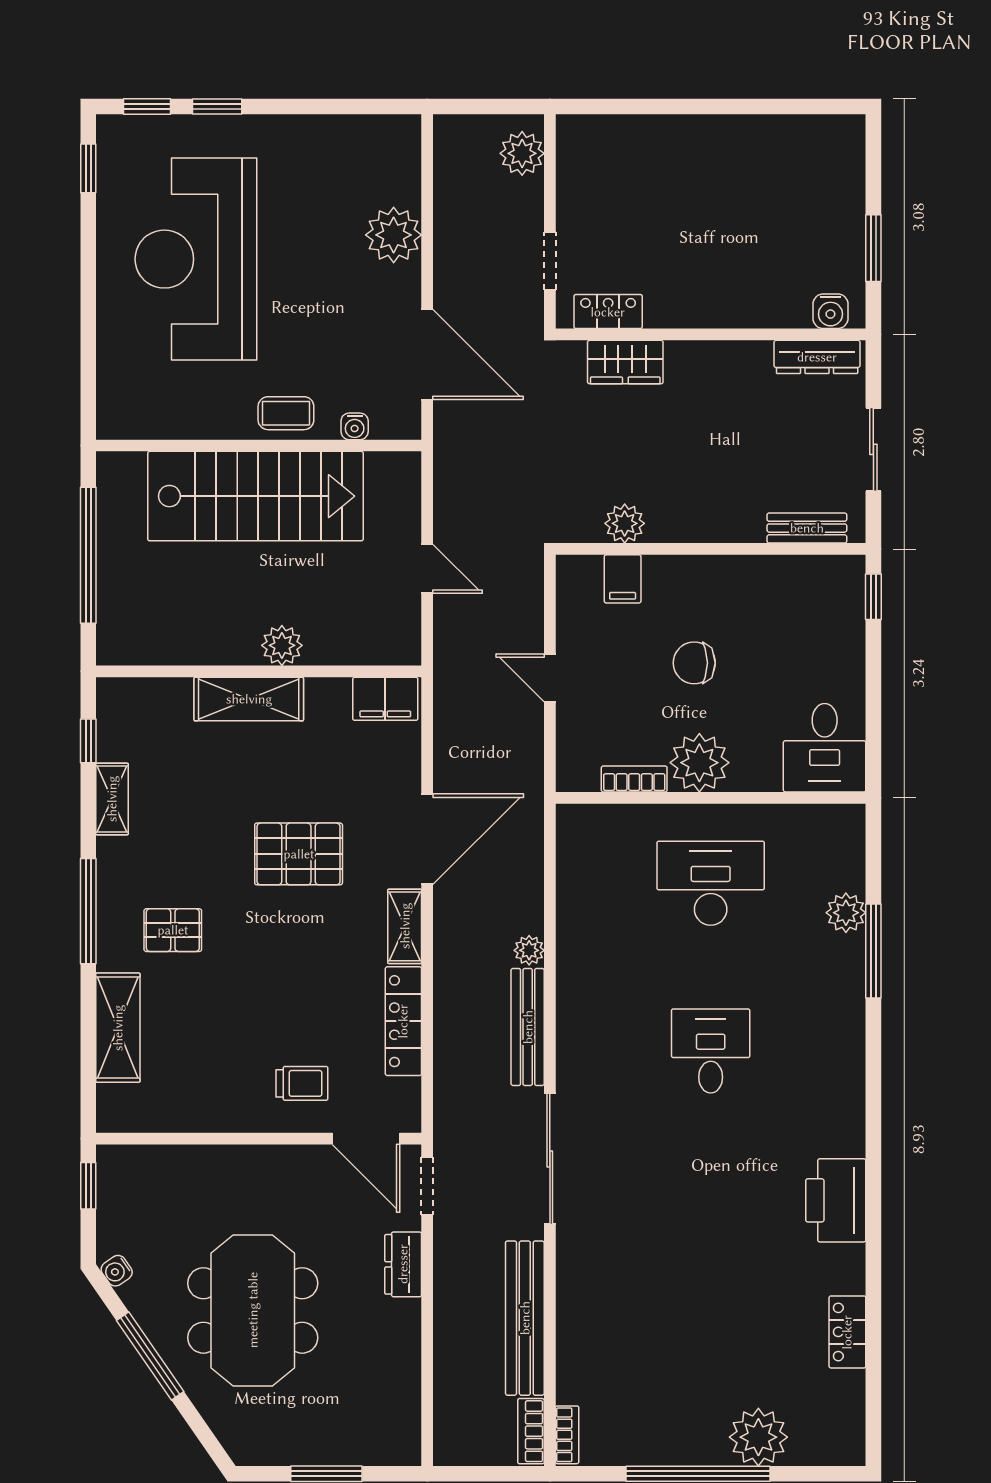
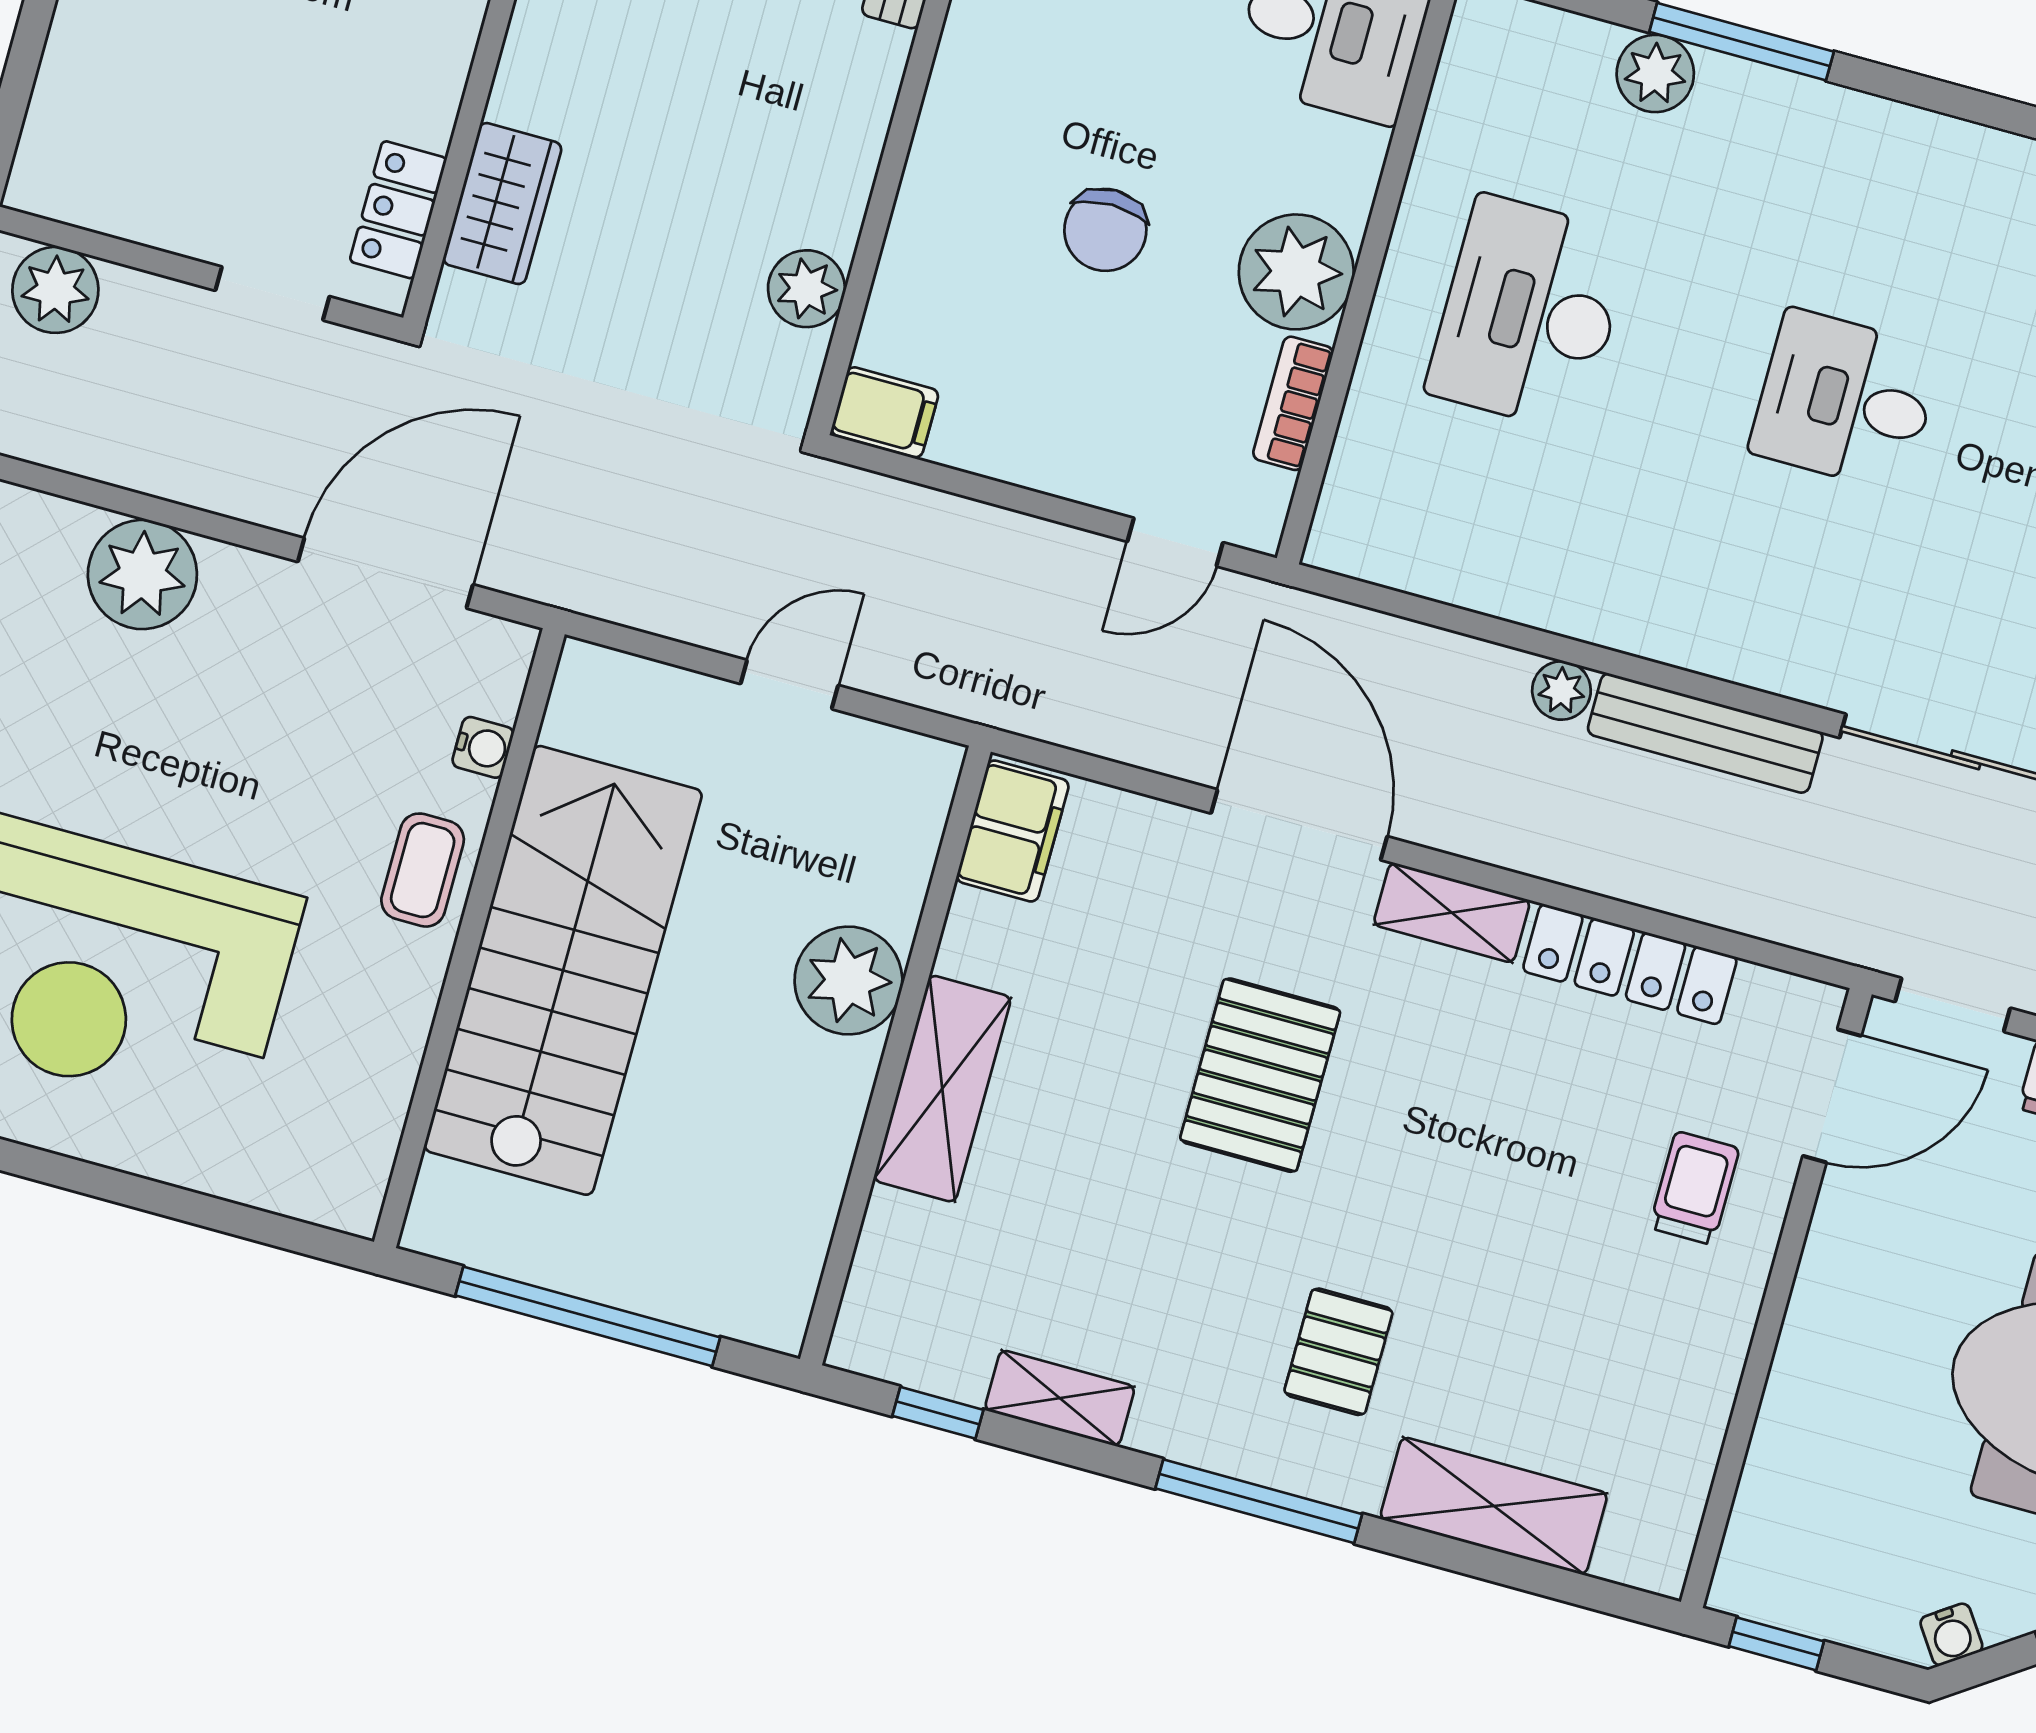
filing cabinet: (623, 579) -> (885, 412), moved
plant: (282, 645) -> (848, 981), width x1.36, depth x1.36
door: (550, 678) -> (1175, 542), moved

